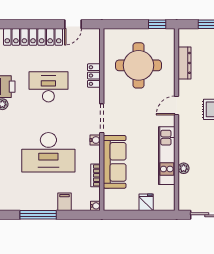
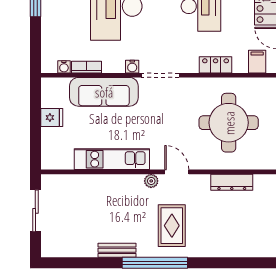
plant: (184, 168) -> (151, 181), moved
filing cabinet: (64, 202) -> (257, 62), moved, turned -90
fridge: (146, 202) -> (52, 118), moved
water cooler: (95, 206) -> (64, 67), moved

